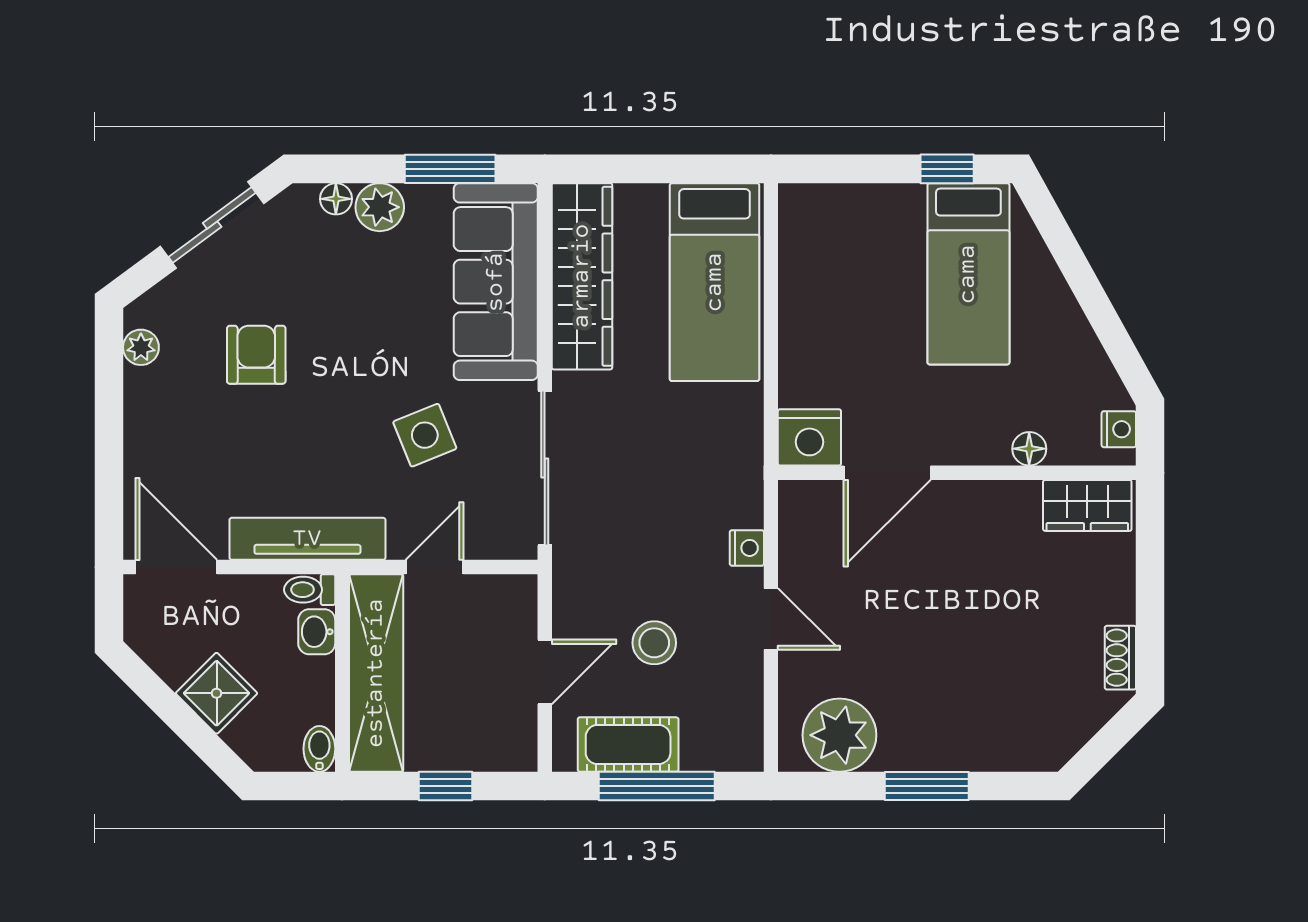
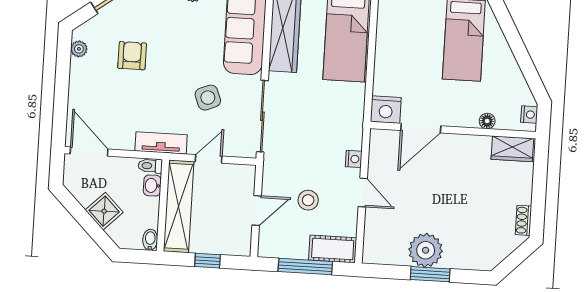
tv unit: (307, 539) -> (161, 143), width x0.71
plant: (839, 735) -> (426, 250), moved
cot: (628, 745) -> (333, 249), moved

